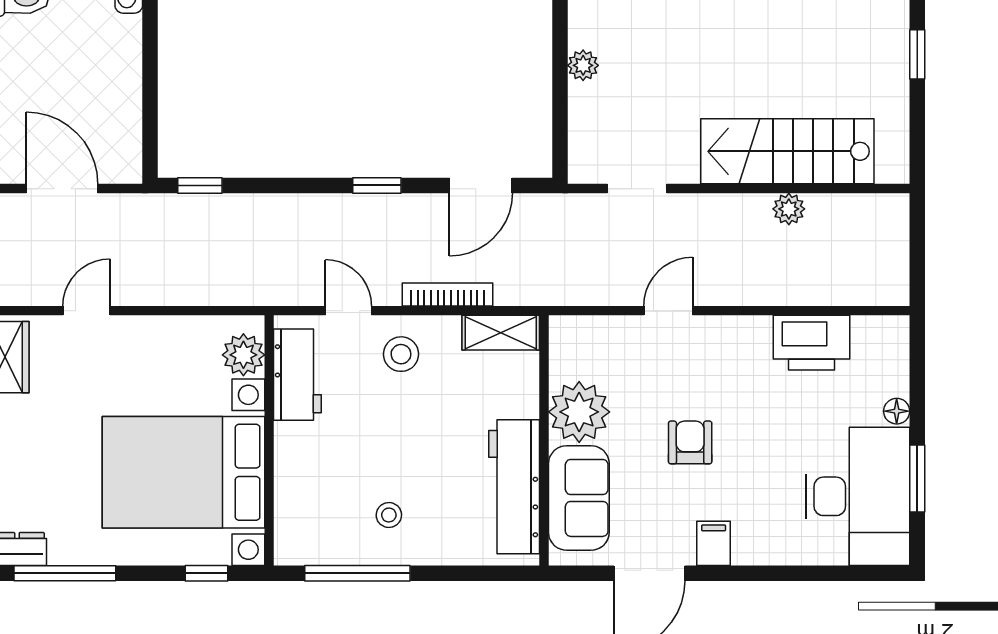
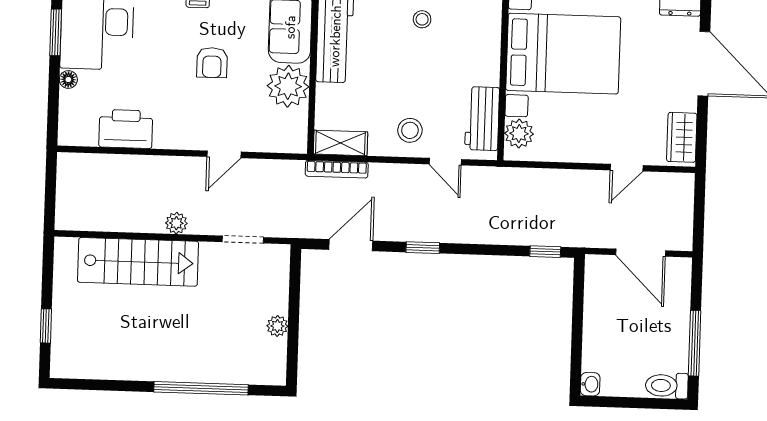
plant: (789, 209) -> (176, 223), moved
bookcase: (448, 295) -> (337, 169), moved

